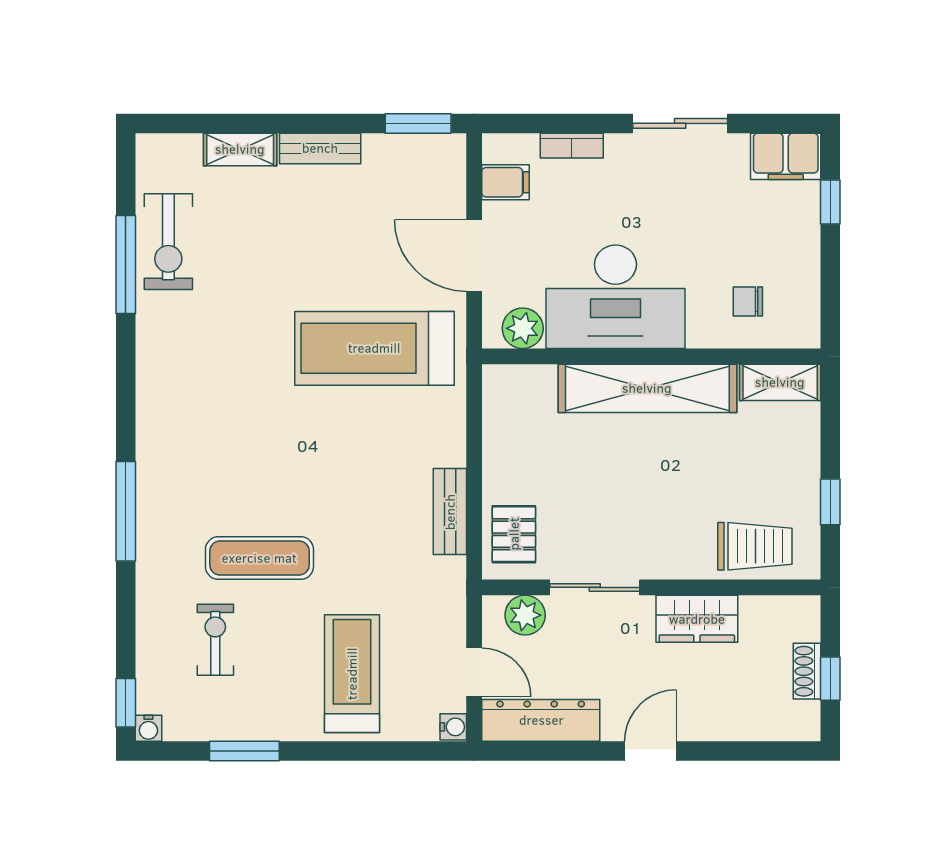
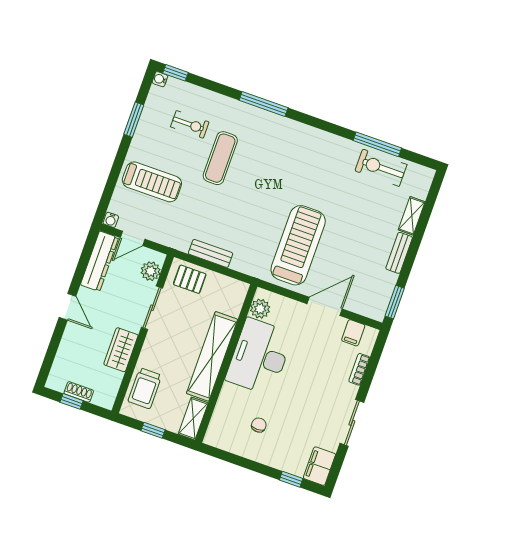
desk: (615, 297) -> (259, 357), moved
plant: (523, 328) -> (260, 309), moved
wall: (651, 356) -> (226, 363), moved
shelving: (780, 382) -> (193, 419), moved
shelving: (647, 388) -> (212, 356), moved

